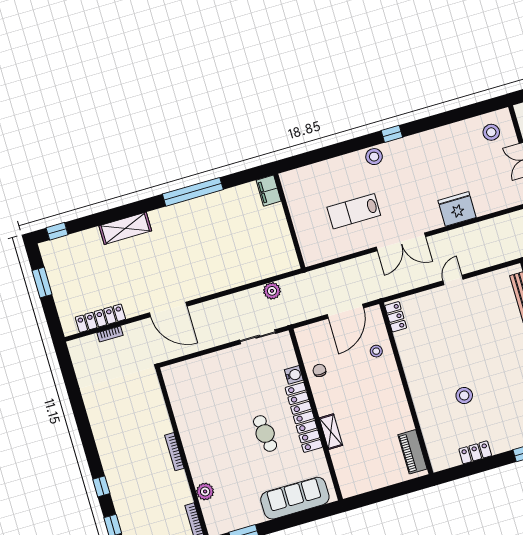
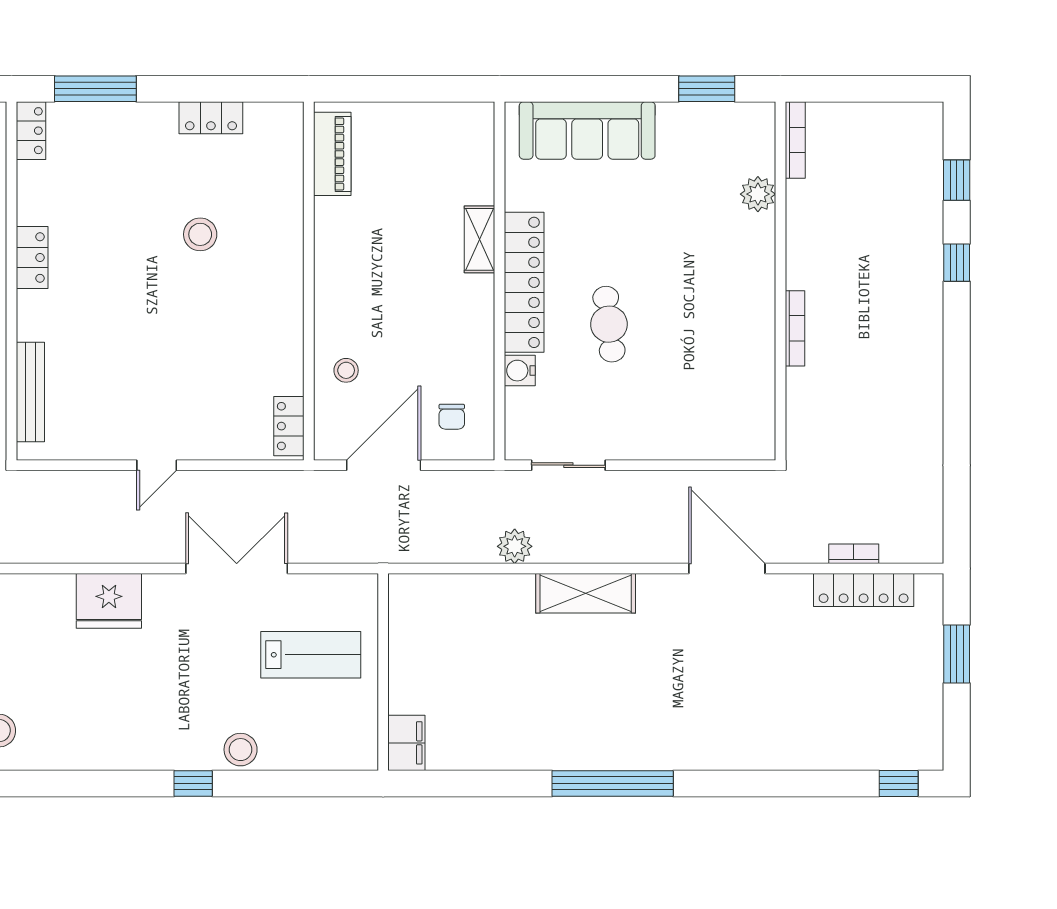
filing cabinet: (269, 191) -> (406, 743), moved
wall: (289, 221) -> (383, 672), moved
shelving: (125, 228) -> (586, 593), moved
window: (42, 283) -> (957, 654), moved
chair: (319, 370) -> (452, 417), moved
cafe table: (265, 434) -> (609, 324), moved
bookcase: (174, 452) -> (795, 328), moved

